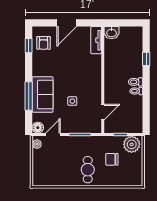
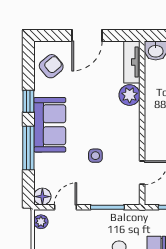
armchair: (44, 43) -> (51, 66), turned -130
window: (29, 46) -> (28, 101), moved
plant: (94, 62) -> (130, 95), added
sofa: (43, 95) -> (50, 125), moved

